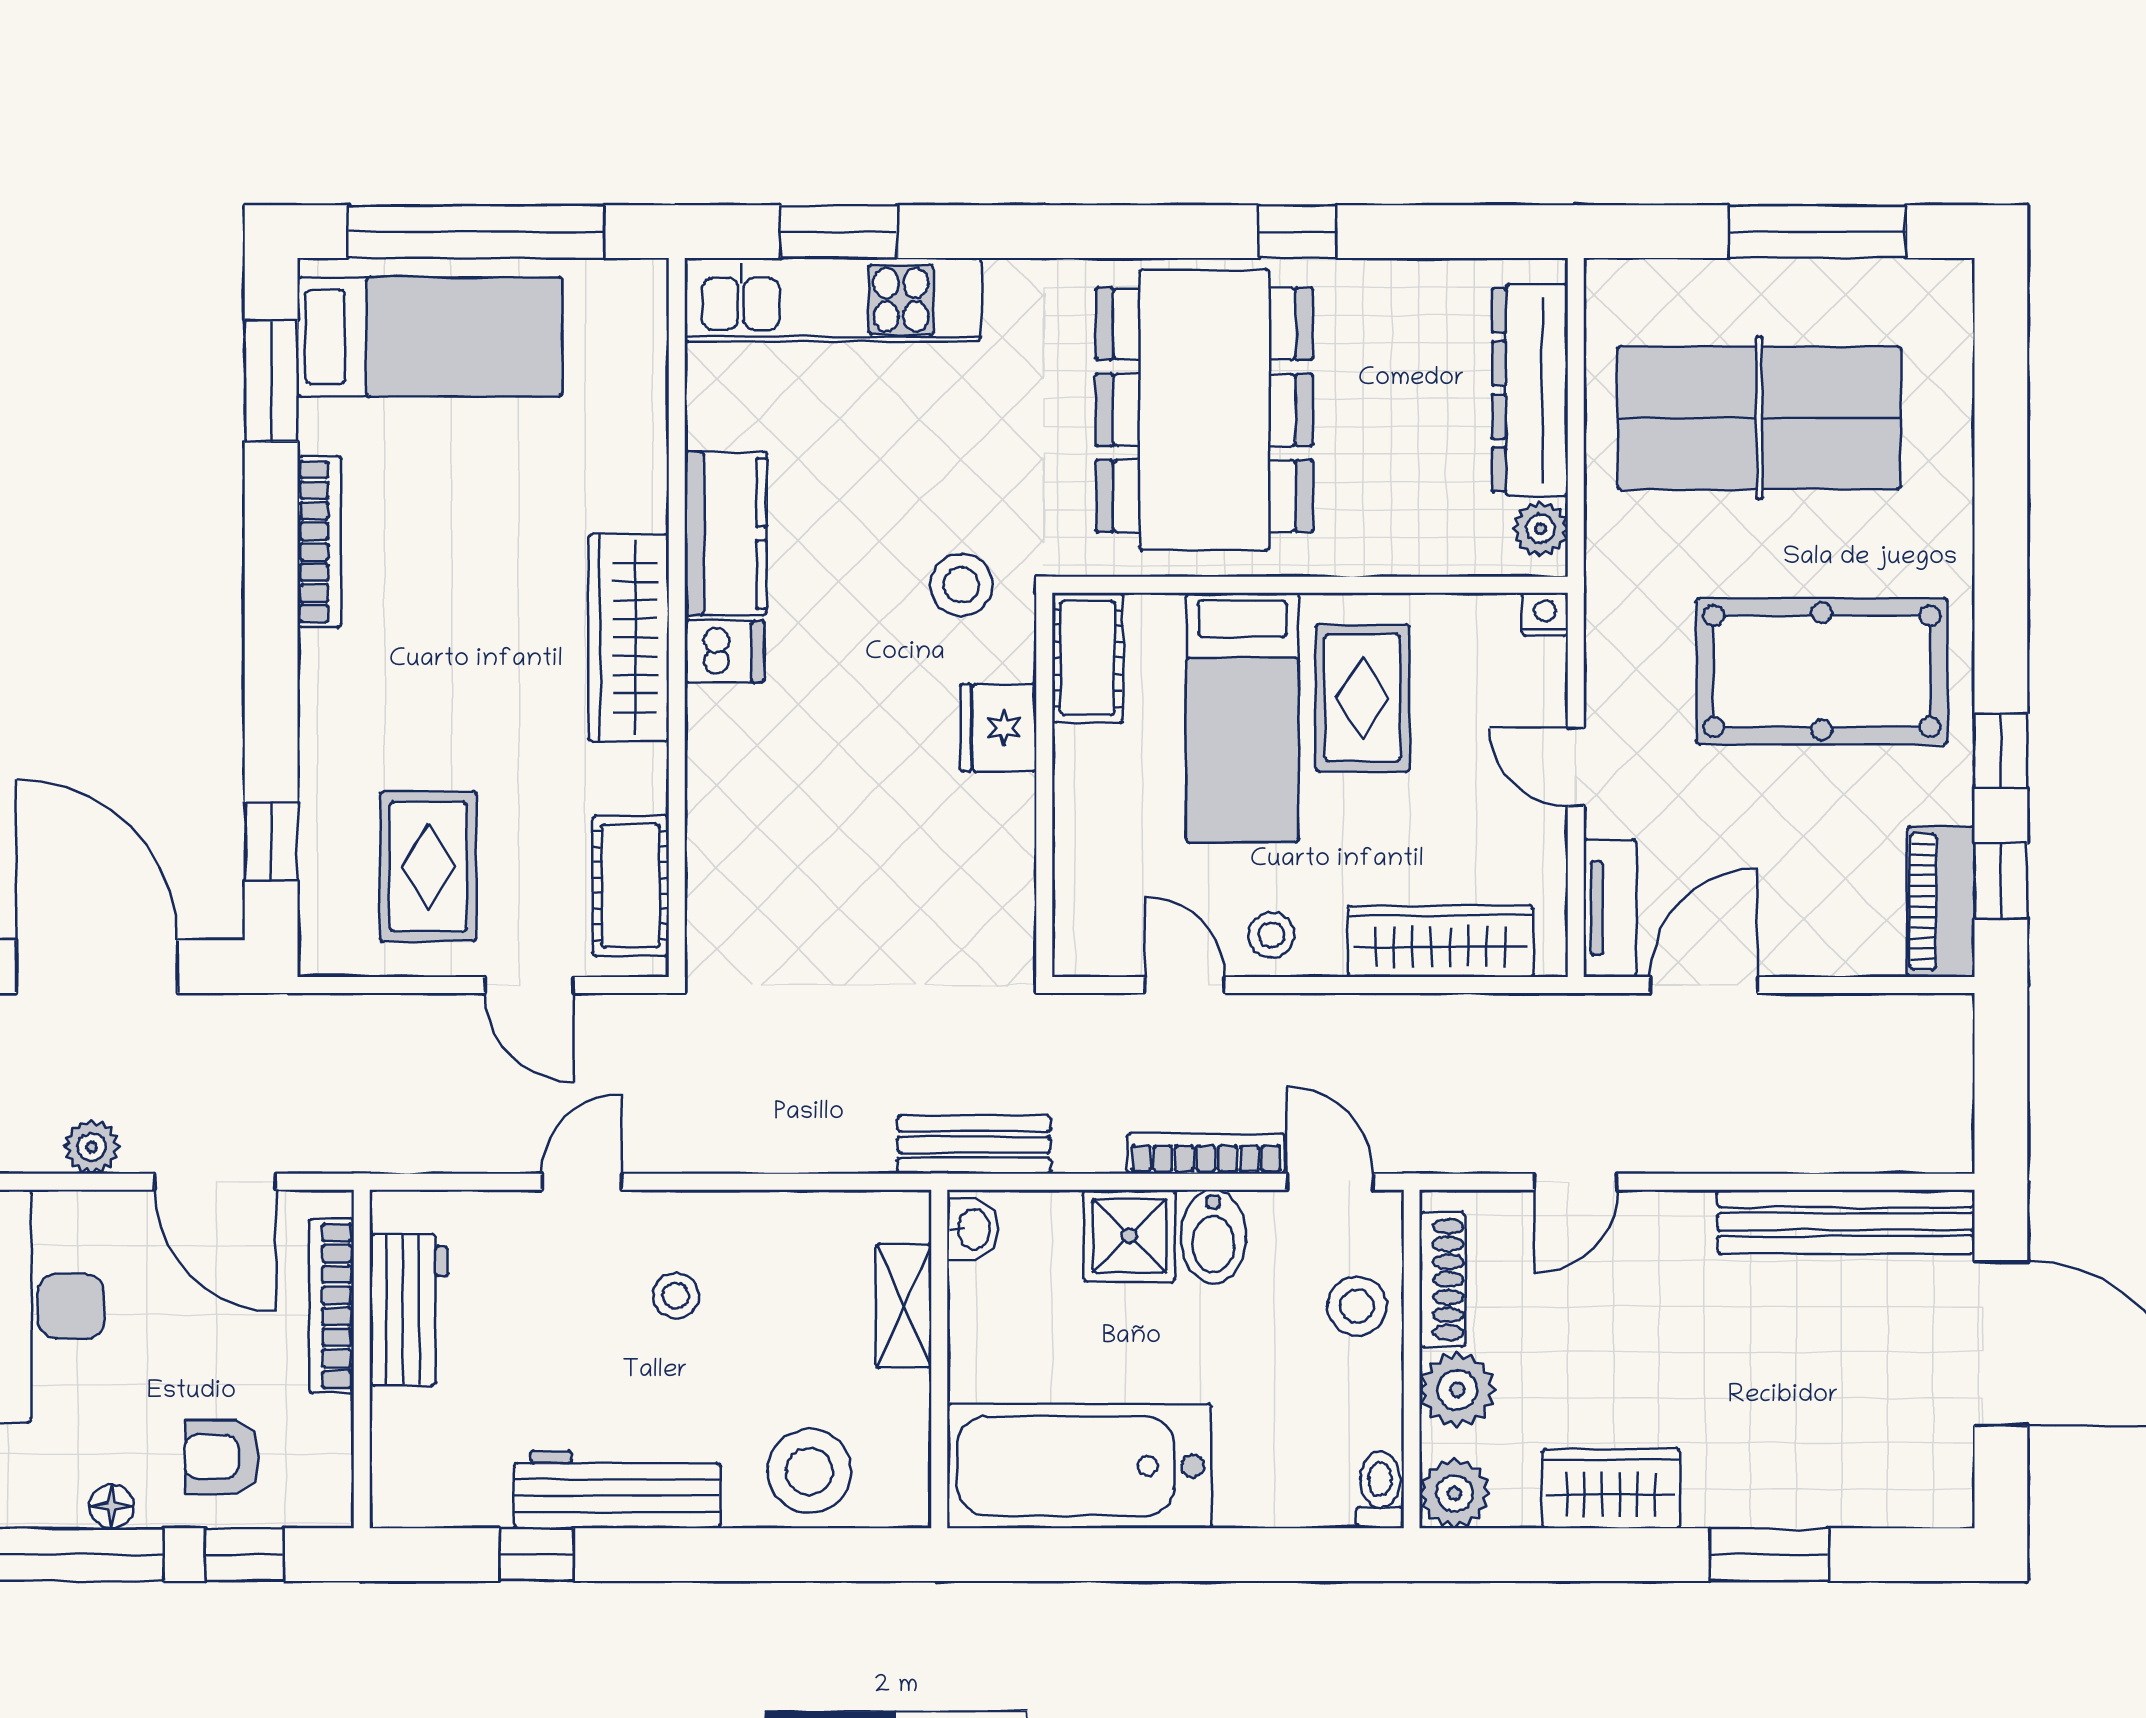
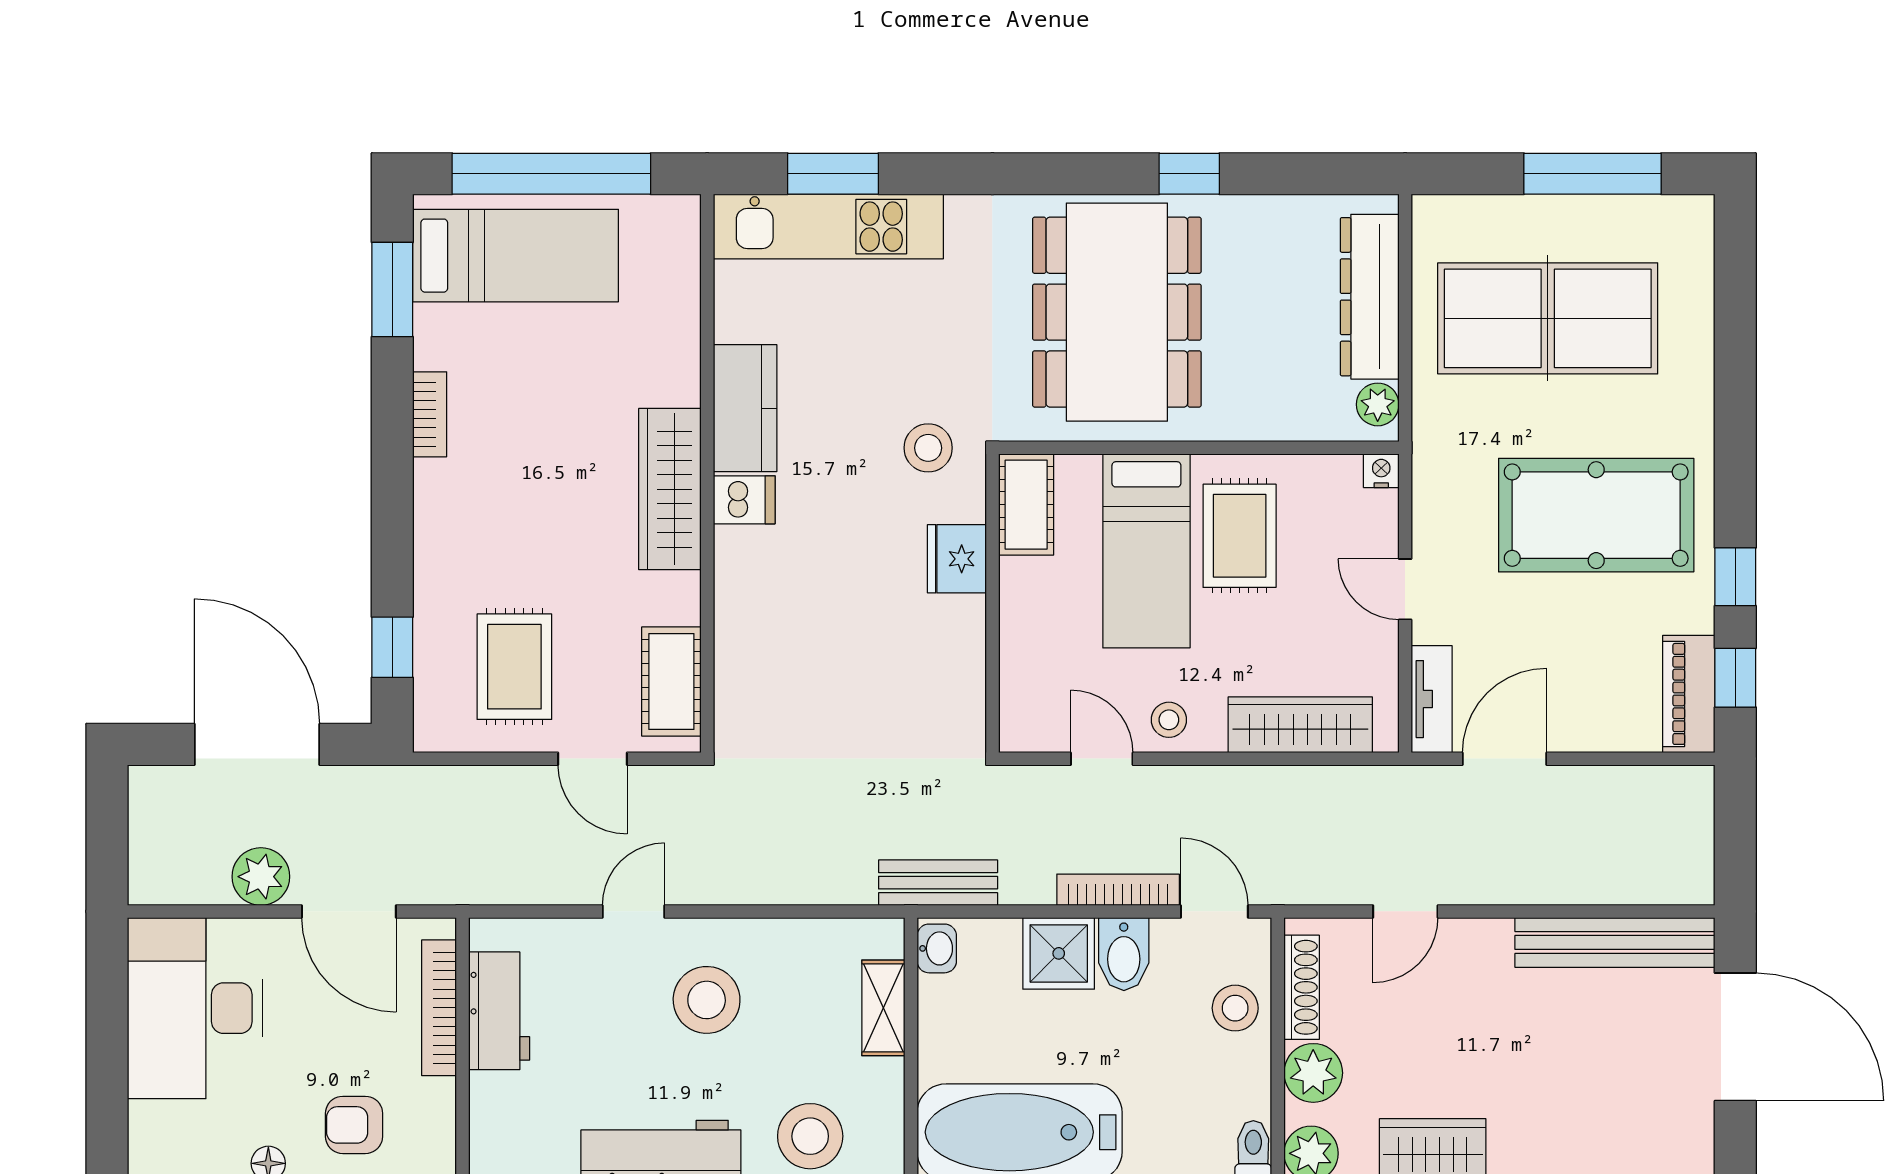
bookcase: (319, 542) -> (430, 414), width x0.64
plant: (92, 1147) -> (261, 877), width x1.38, depth x1.38
stool: (676, 1296) -> (707, 1000), width x1.89, depth x1.89

